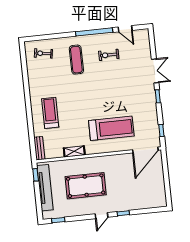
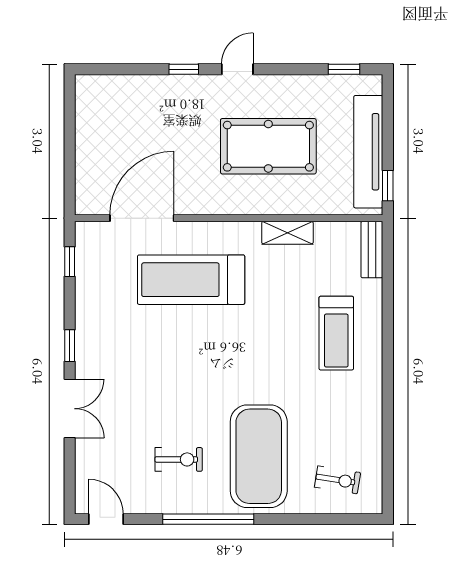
door: (125, 29) -> (106, 519), moved
exercise mat: (76, 60) -> (259, 456), width x2.00, depth x1.45
double door: (155, 71) -> (70, 409), swing flipped
door: (145, 150) -> (142, 218), moved

